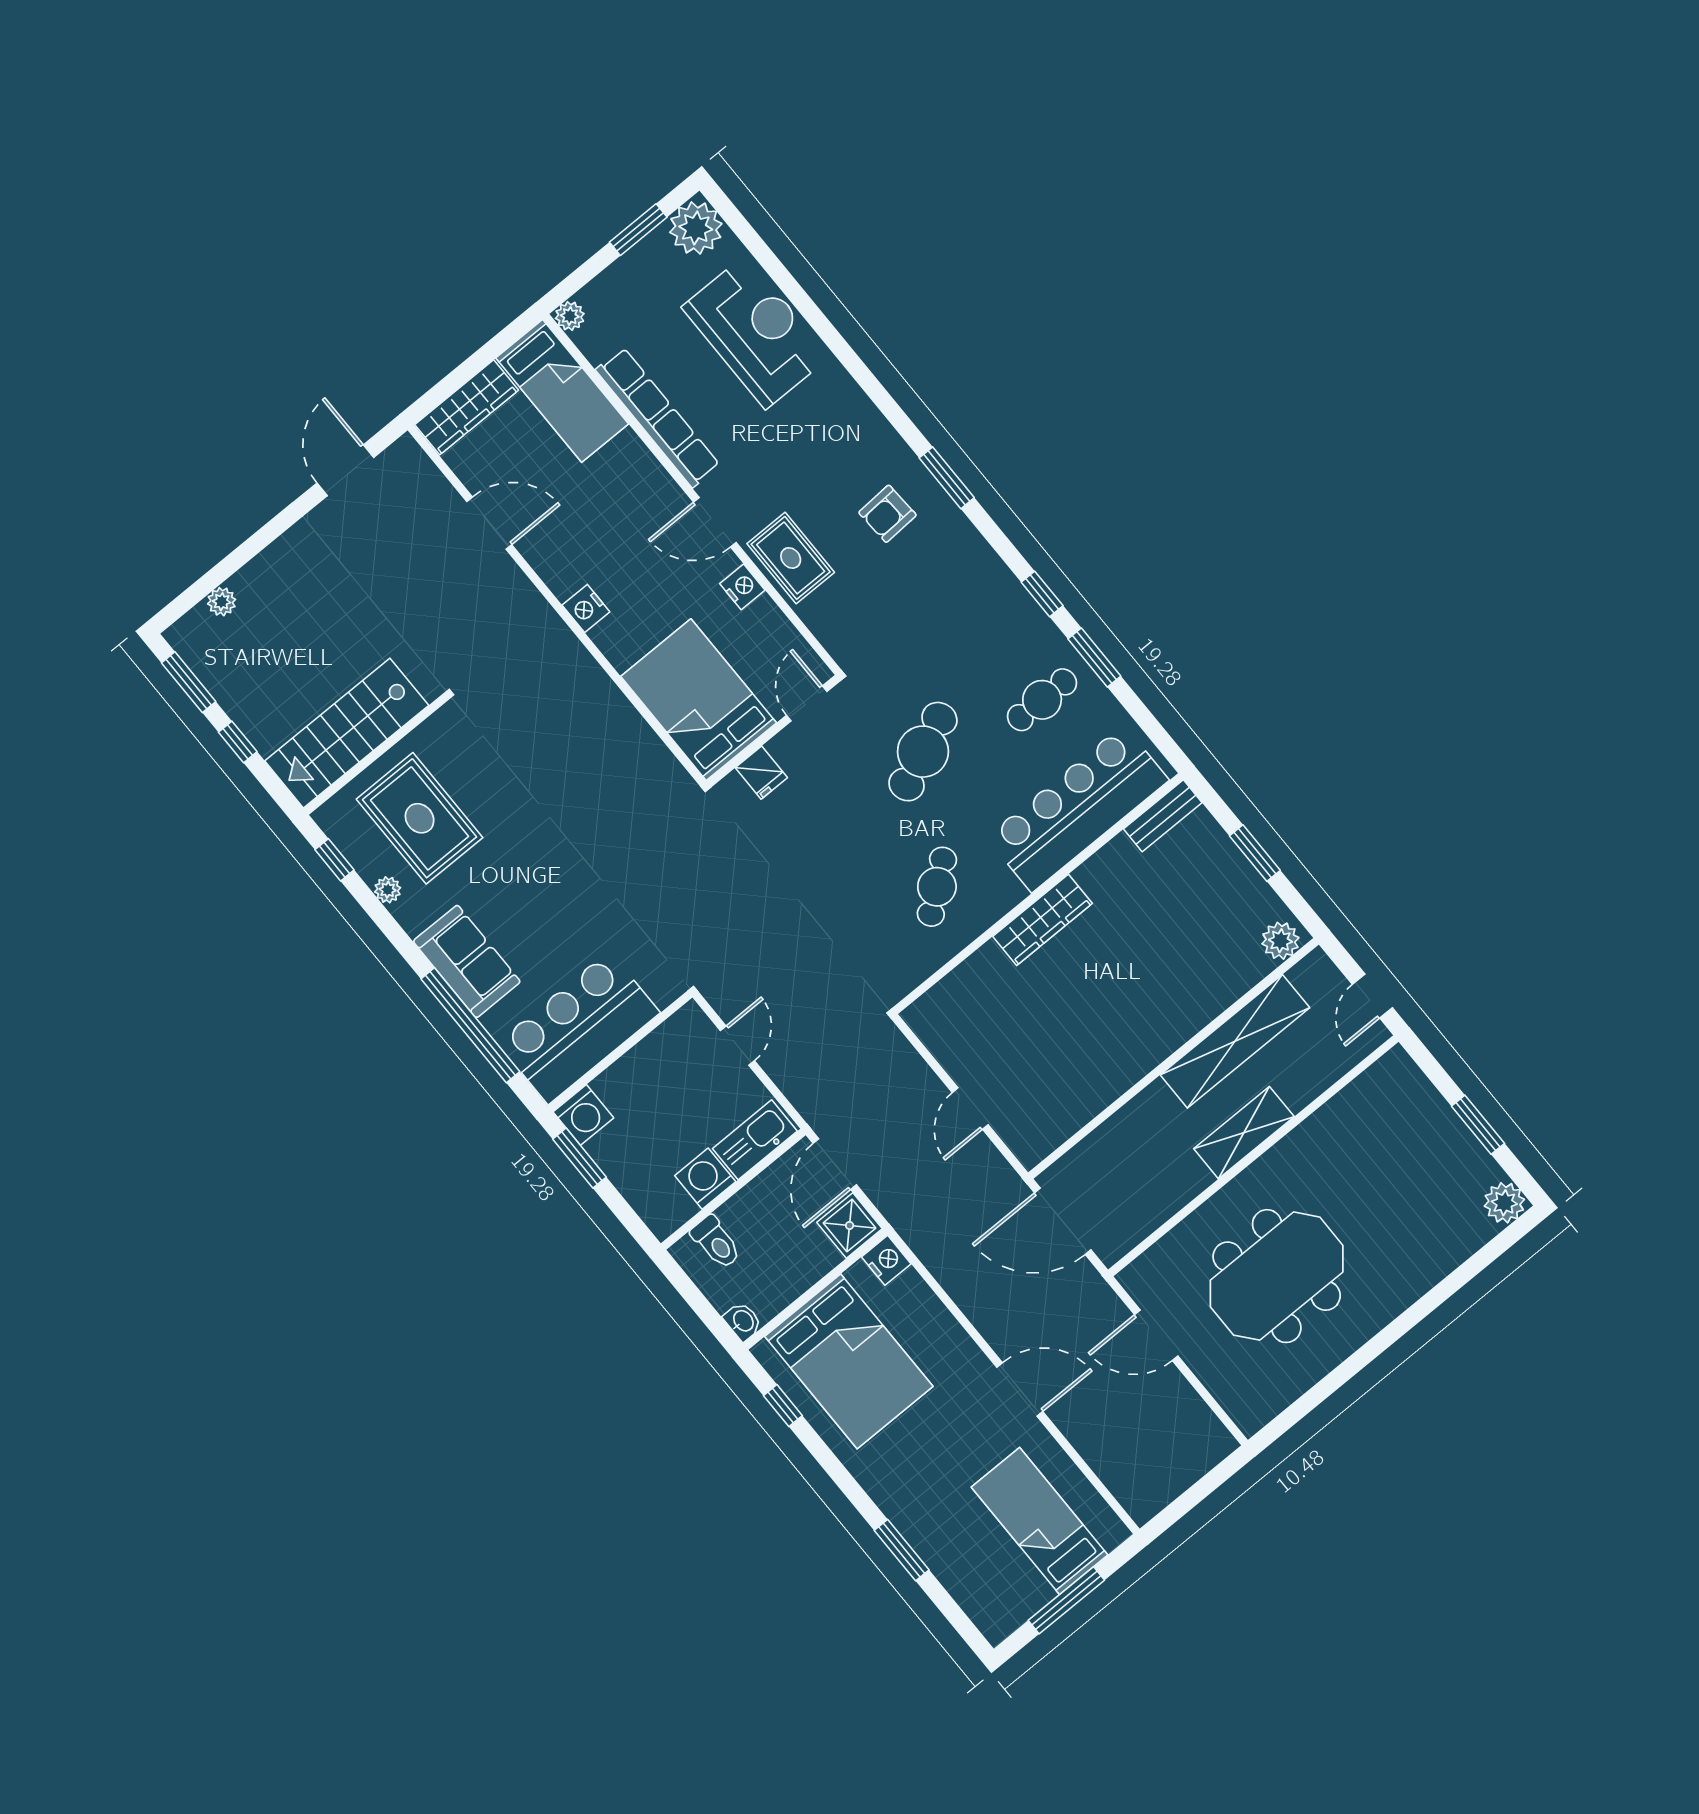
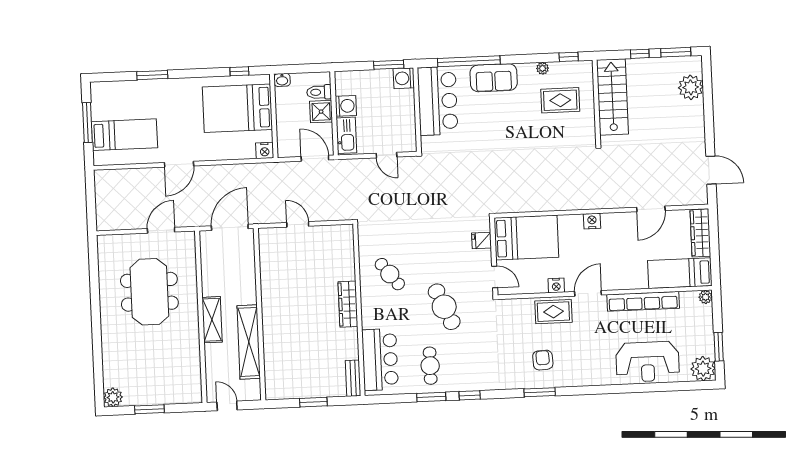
plant: (222, 602) -> (691, 87), width x1.87, depth x1.87
bar counter: (1078, 809) -> (380, 360), width x0.73
rug: (420, 818) -> (560, 100), width x0.73, depth x0.70
plant: (1280, 941) -> (273, 387), removed
shower: (850, 1225) -> (321, 112), moved

